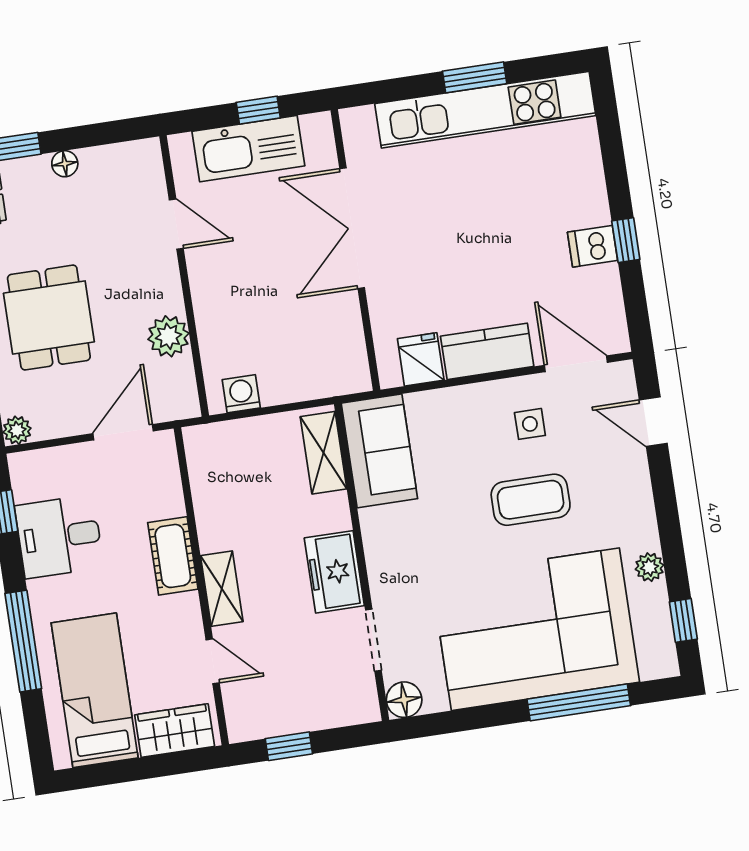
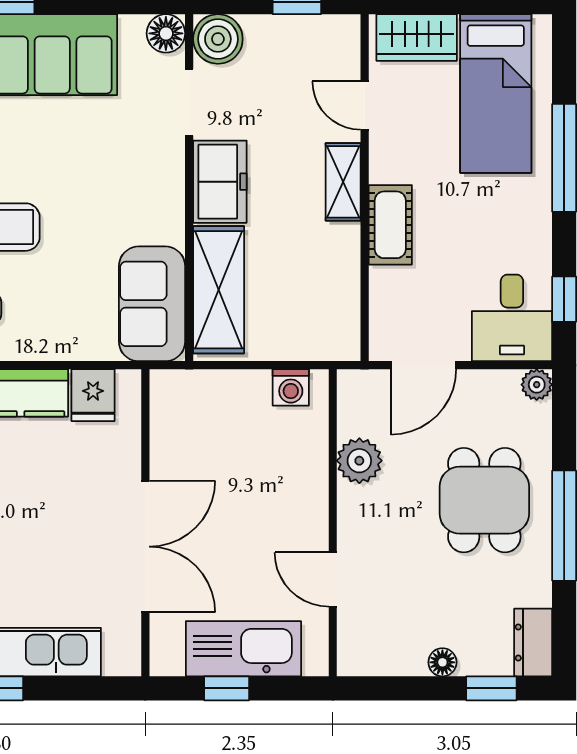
shelving: (323, 453) -> (219, 290), width x1.50, depth x1.33
desk: (59, 537) -> (512, 318), moved, turned 90
boiler: (356, 702) -> (218, 39), added

